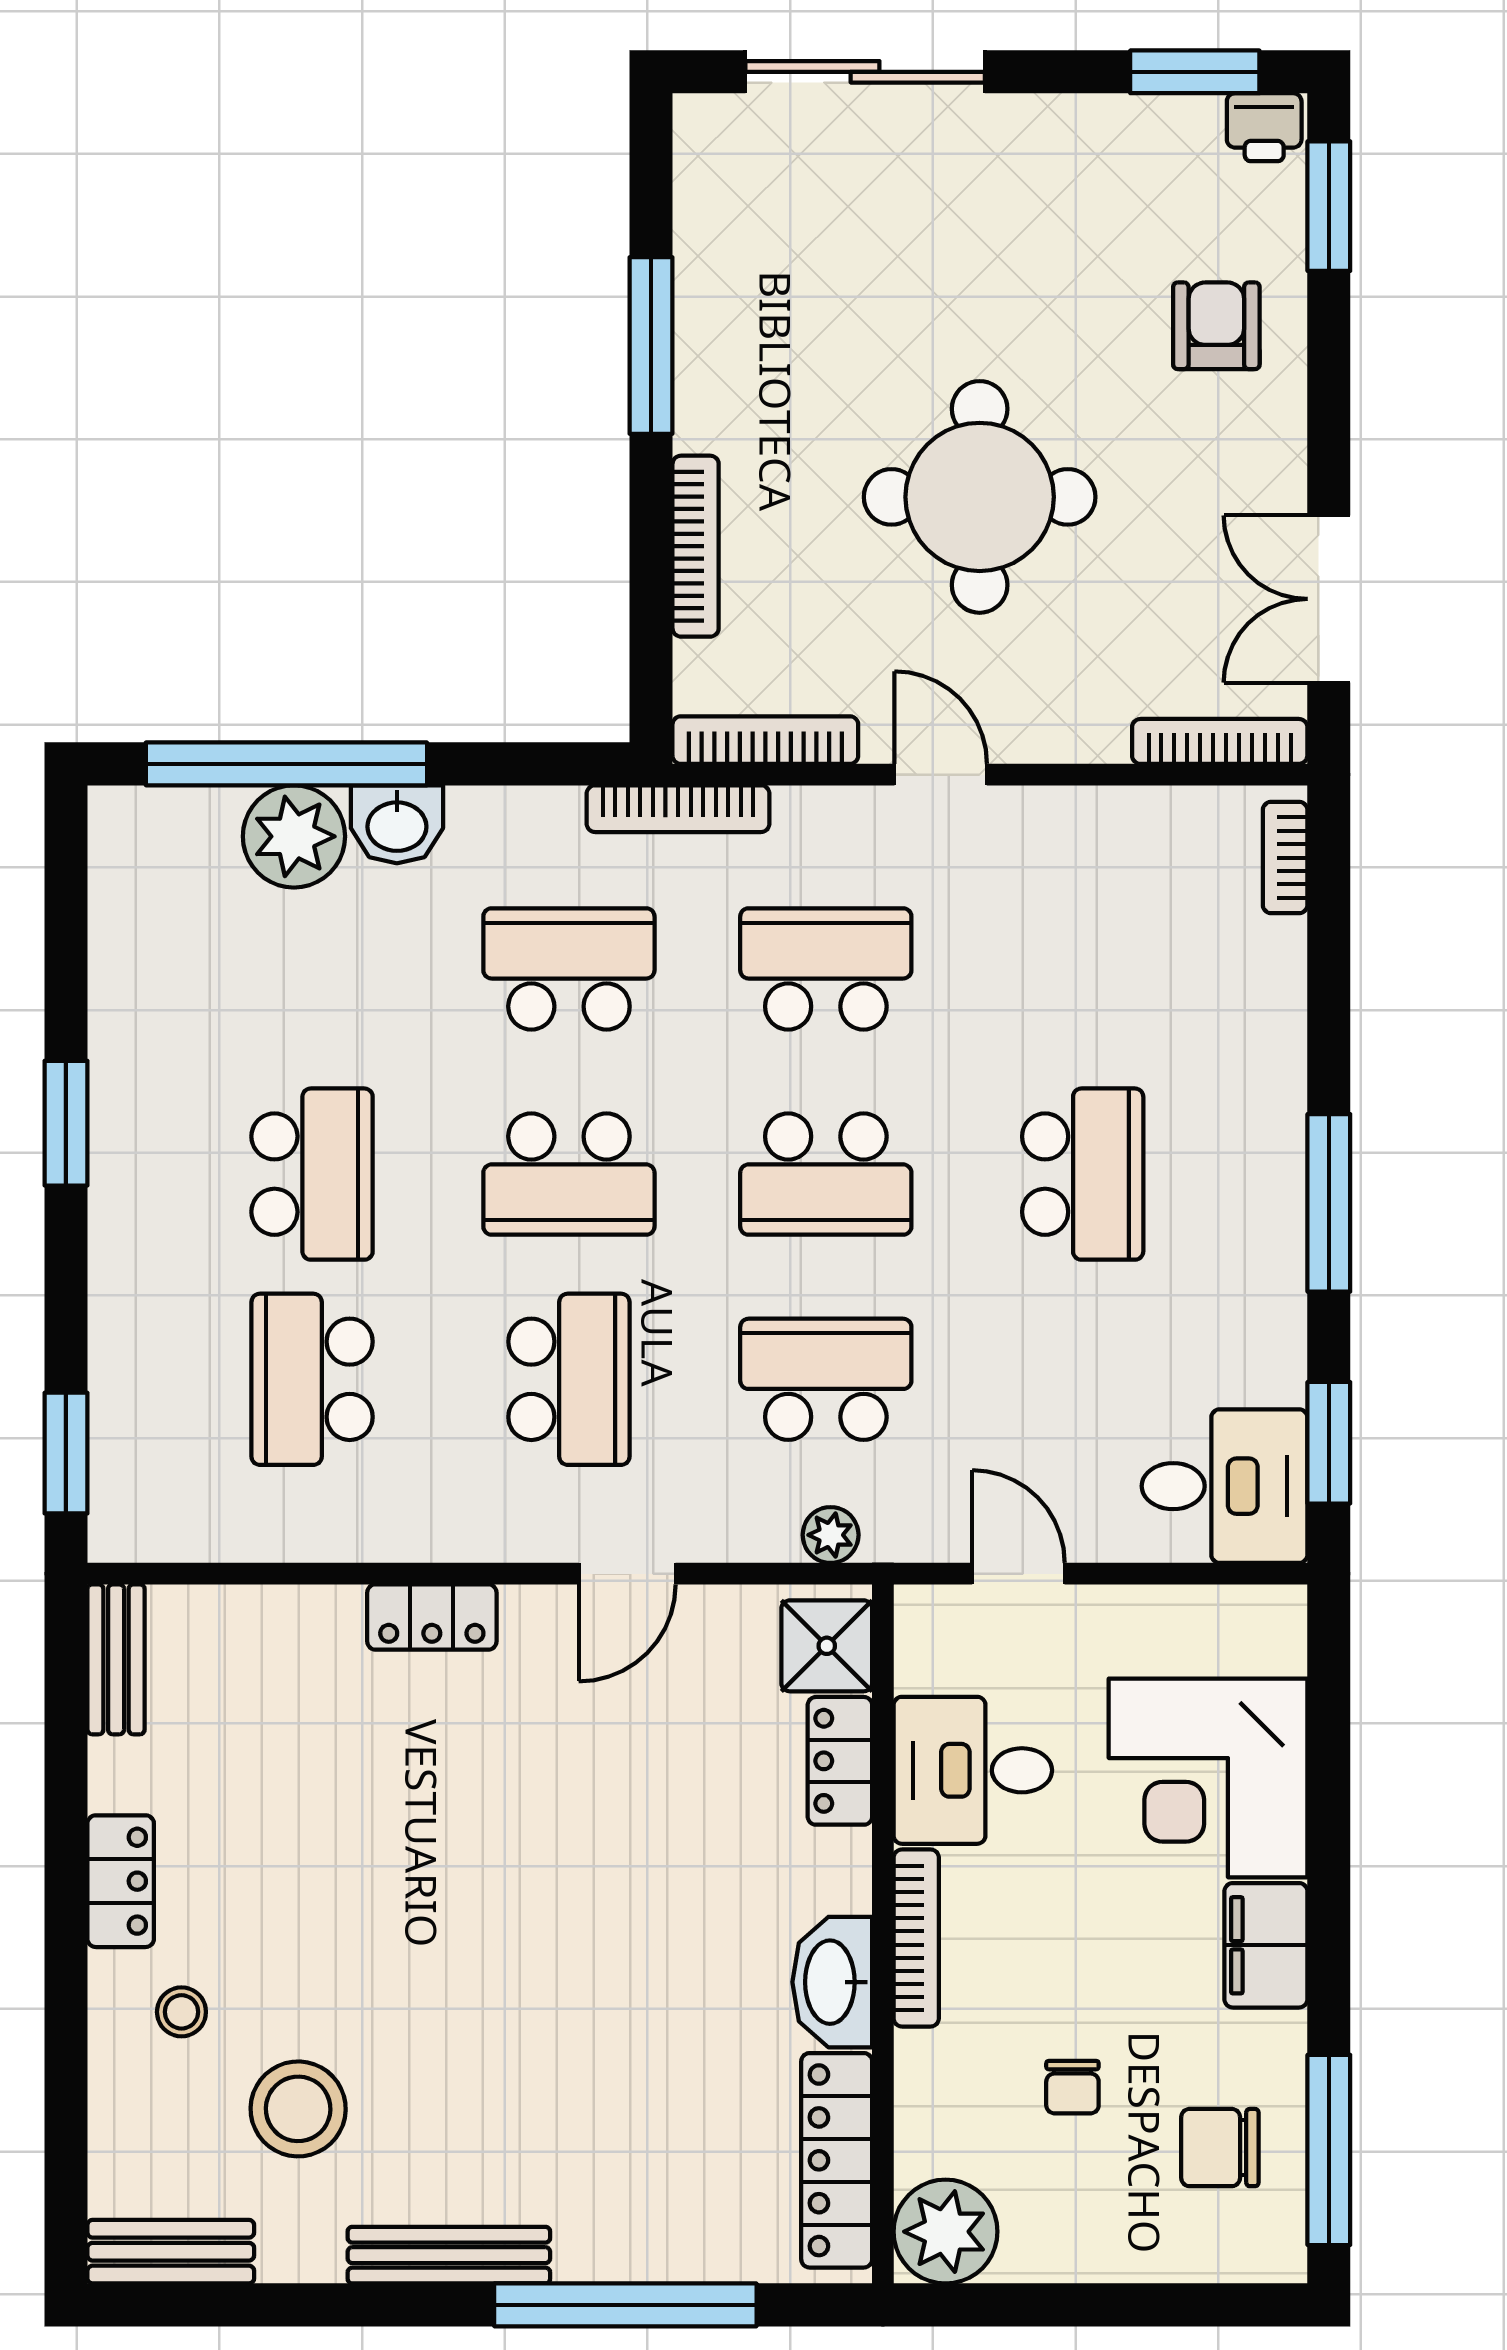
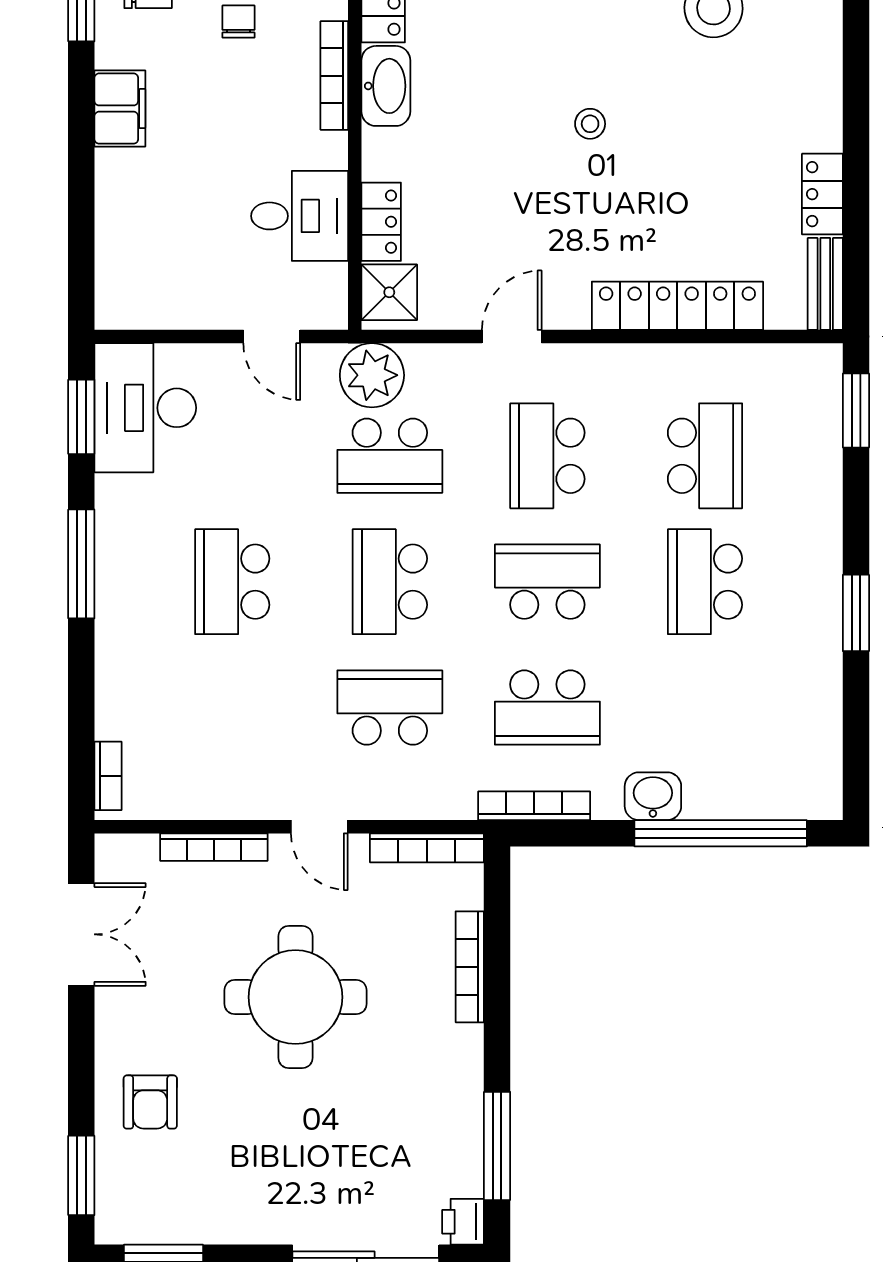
printer: (1264, 127) -> (463, 1222), moved, turned -90
window: (651, 345) -> (497, 1146), moved
bookcase: (1220, 741) -> (214, 847), moved
bookcase: (678, 809) -> (534, 806), moved
plant: (294, 836) -> (716, 789), removed
school desk: (826, 969) -> (390, 708), turned 180
school desk: (826, 1174) -> (390, 582), turned -90
desk: (1225, 1486) -> (145, 408), width x1.37
plant: (831, 1535) -> (372, 375), width x1.87, depth x1.87
locker: (432, 1617) -> (677, 306), width x2.16, depth x1.21
corner desk: (1208, 1778) -> (155, 211), removed
locker: (121, 1881) -> (822, 194), moved
bookcase: (916, 1938) -> (334, 76), moved
stool: (181, 2012) -> (590, 124), moved

